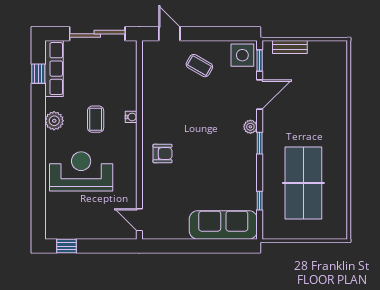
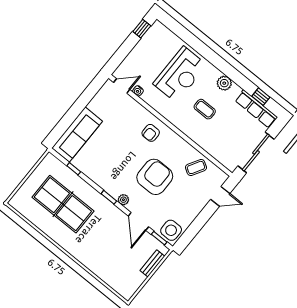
coffee table: (199, 66) -> (196, 167), moved
armchair: (203, 114) -> (155, 177), added
water cooler: (131, 117) -> (138, 91), moved

